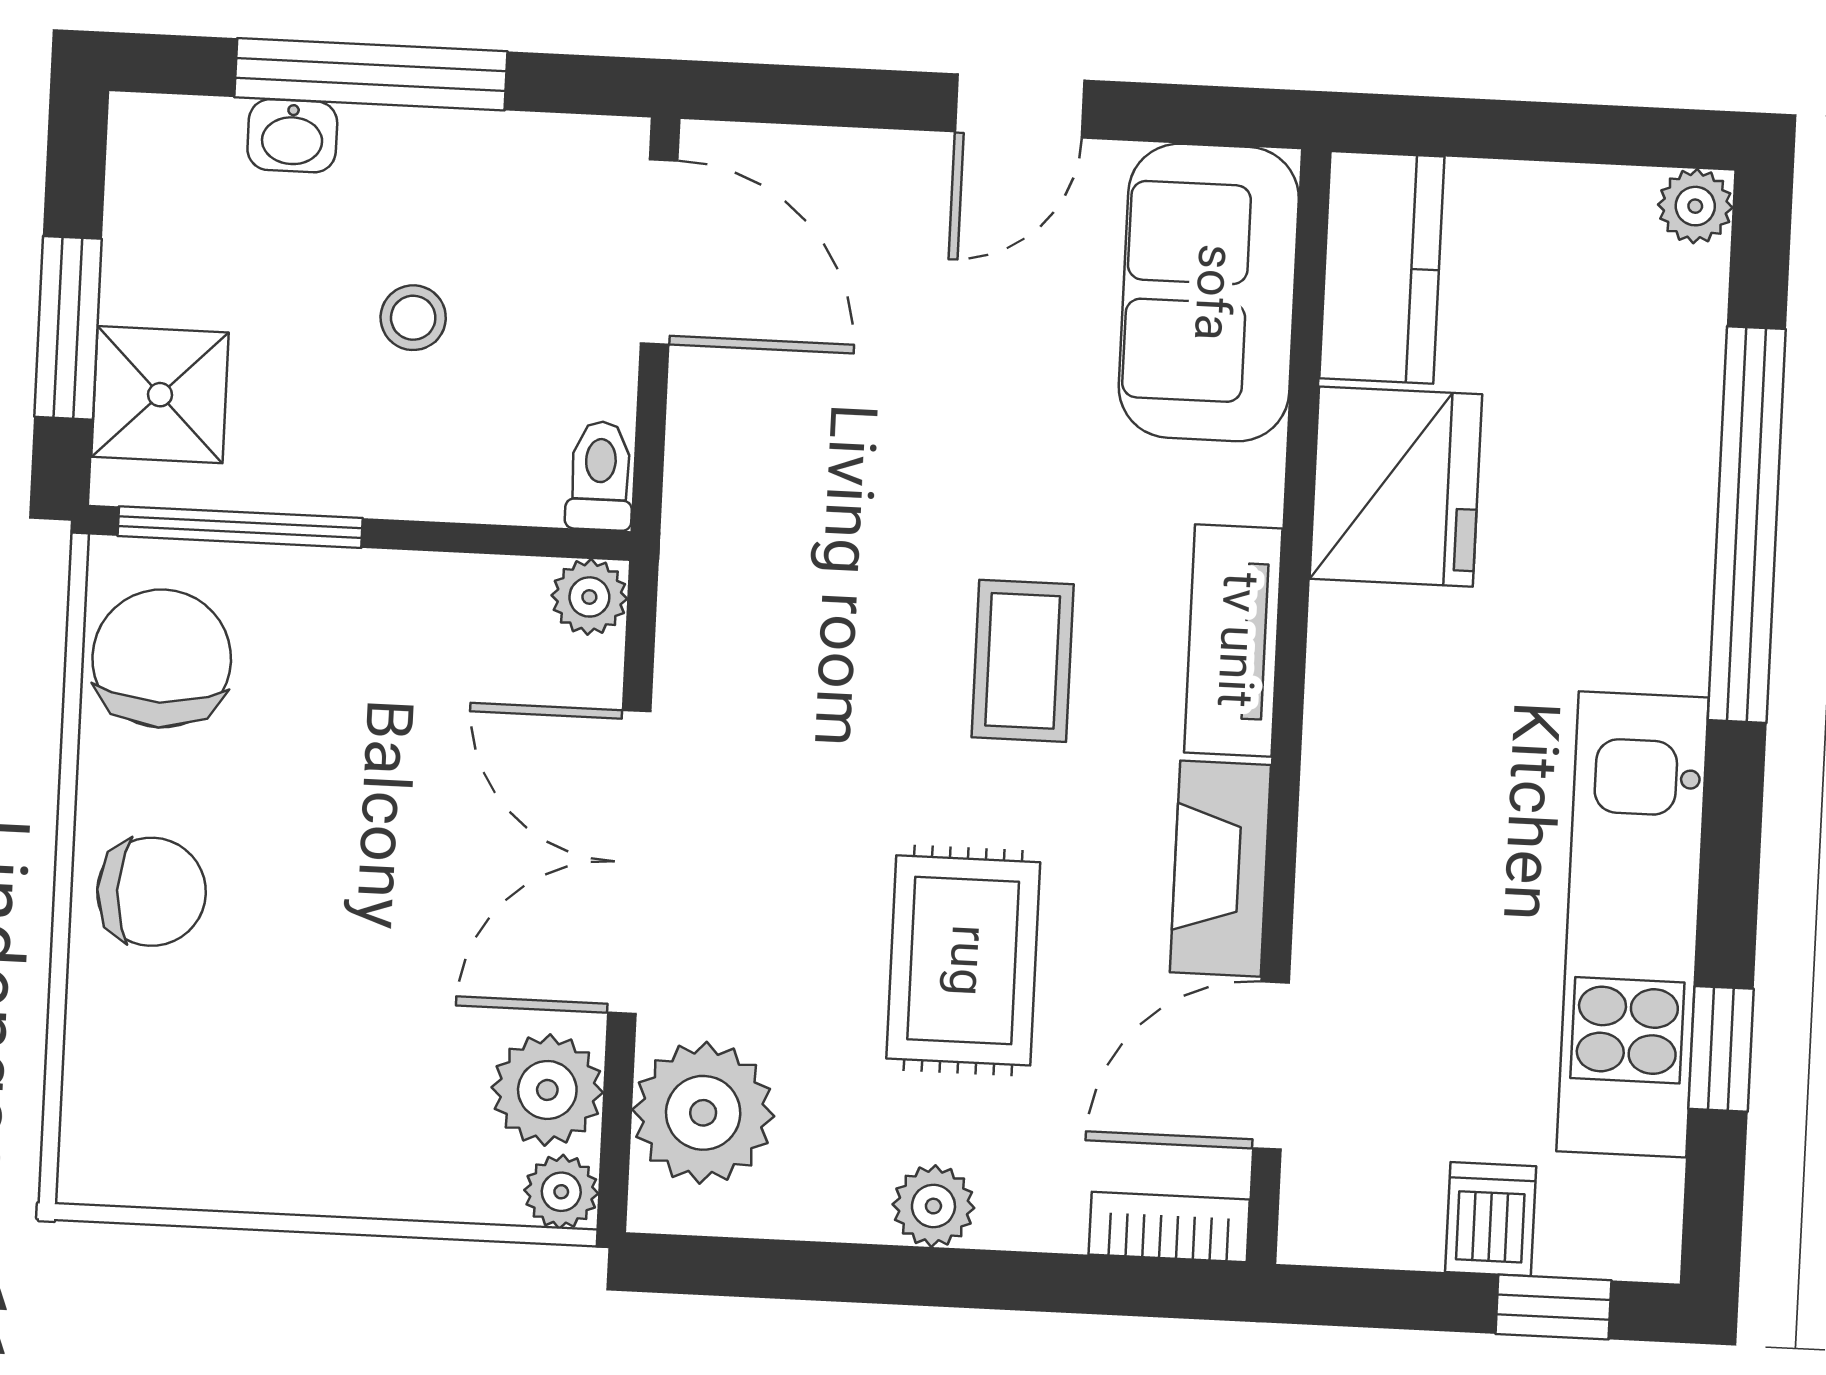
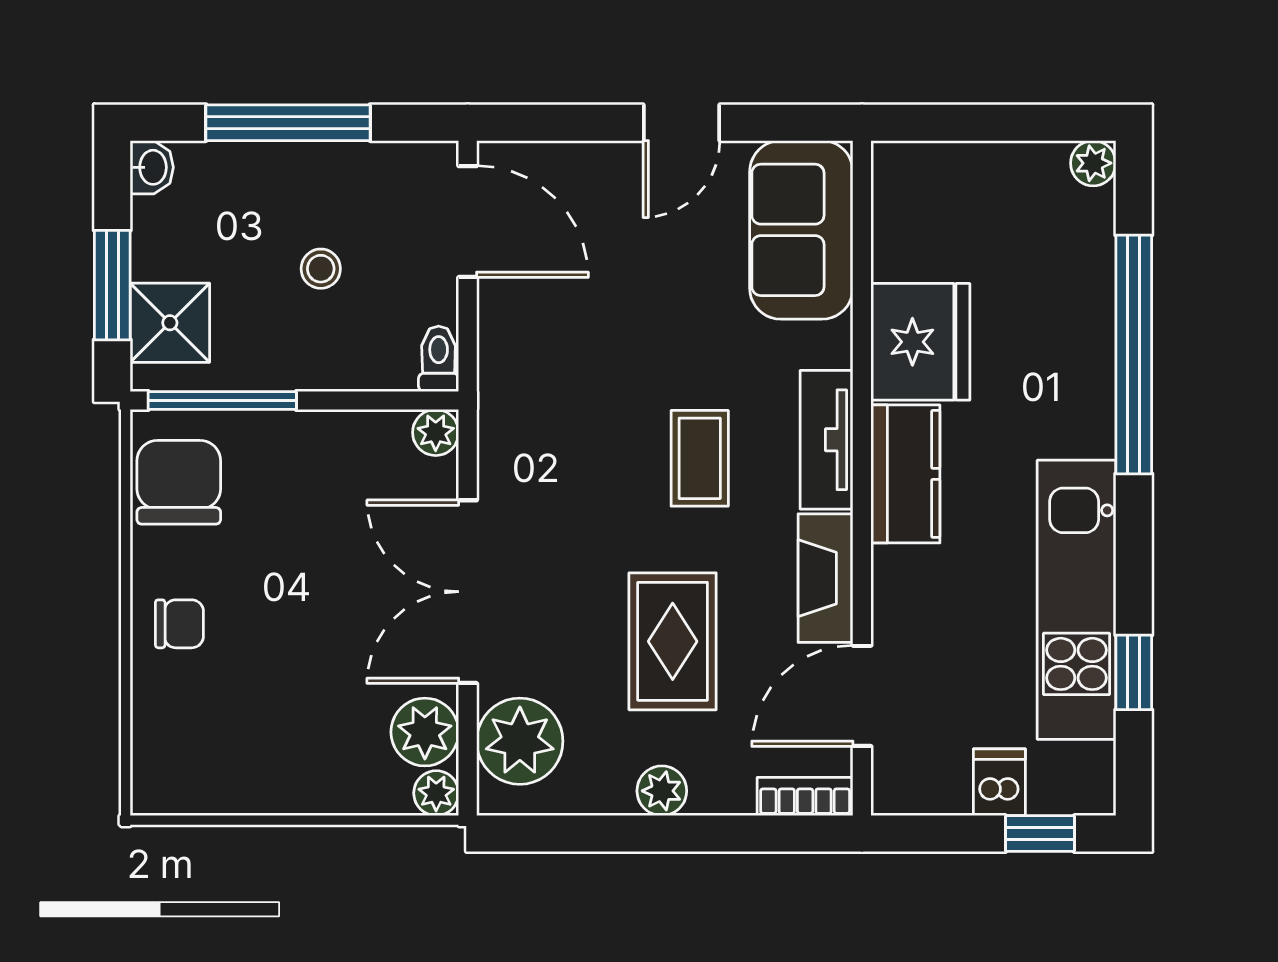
washbasin: (292, 136) -> (152, 167), moved, turned -90
kitchen counter: (1382, 267) -> (905, 474), moved
chair: (151, 892) -> (179, 624), width x0.73, depth x0.73

